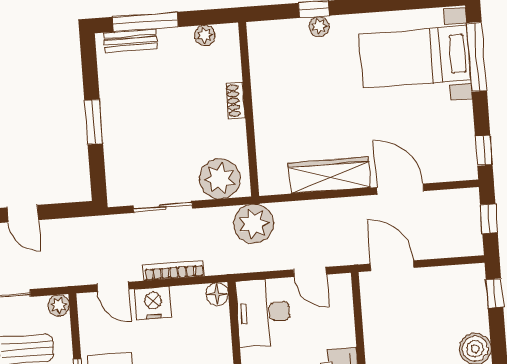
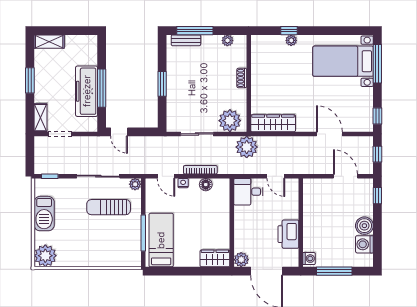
wardrobe: (329, 175) -> (273, 123), moved
door: (392, 266) -> (345, 176), moved
floor lamp: (217, 294) -> (206, 185), moved
nightstand: (153, 303) -> (183, 183), width x0.53, depth x0.56
desk: (263, 312) -> (248, 192), width x0.73

